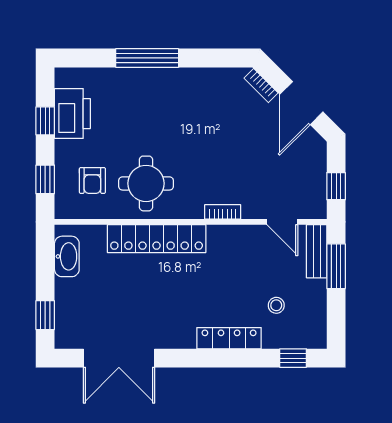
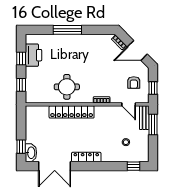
door: (301, 103) -> (137, 50), hinge flipped
armchair: (92, 180) -> (134, 83), moved
washbasin: (67, 256) -> (31, 153), moved
locker: (229, 338) -> (86, 157), moved

